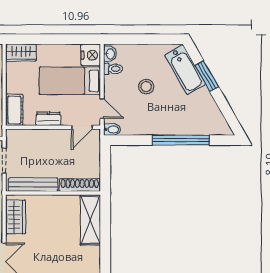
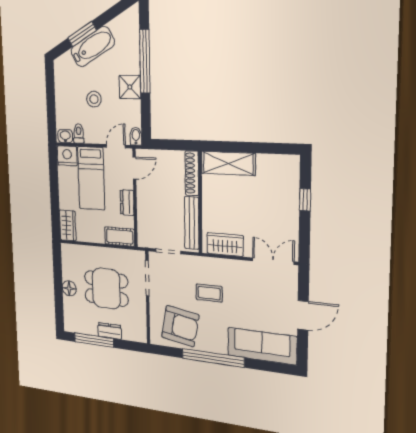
bathtub: (185, 70) -> (93, 47), moved
shower: (158, 125) -> (130, 87), added
door: (82, 127) -> (134, 168), hinge flipped

